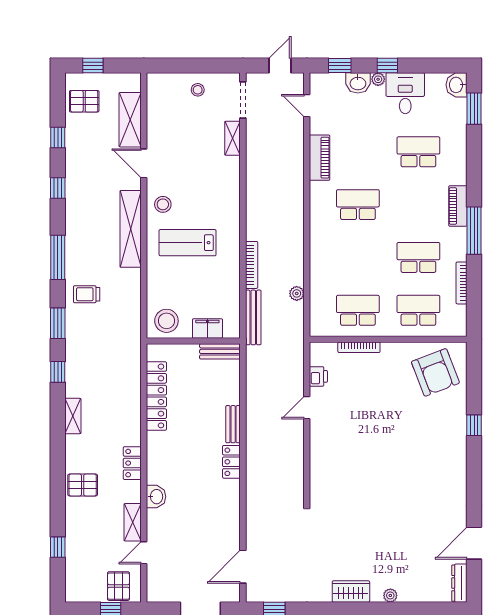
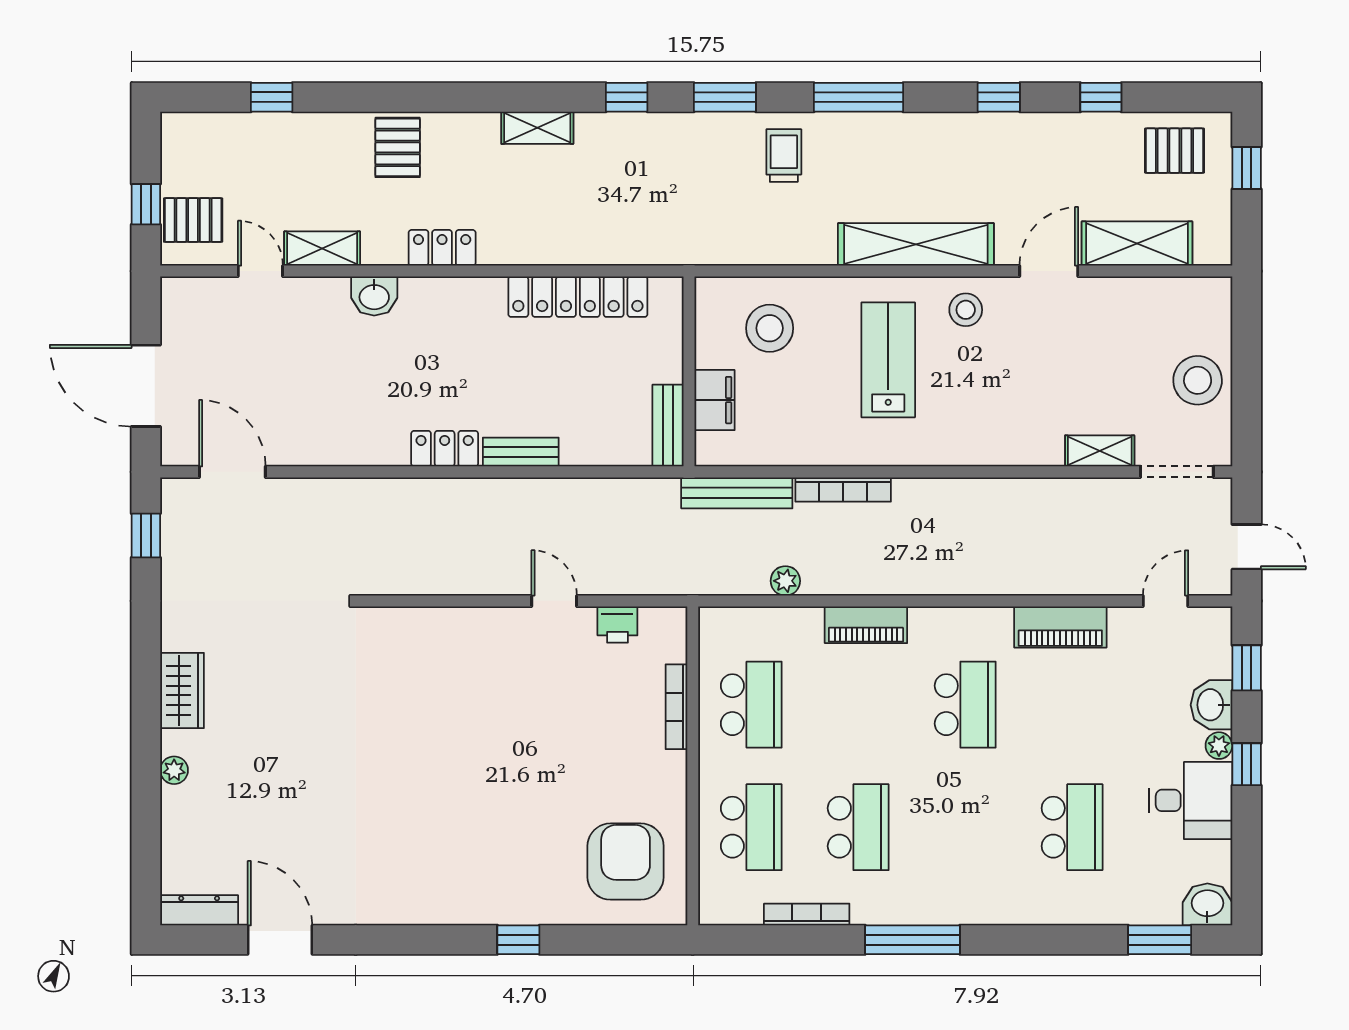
stool: (198, 90) -> (1198, 380), width x1.89, depth x1.89
pallet: (84, 101) -> (1174, 151), turned 90
piano: (458, 206) -> (866, 625), moved, turned 180
stool: (166, 321) -> (770, 328), moved
armchair: (435, 372) -> (626, 862), turned 111

